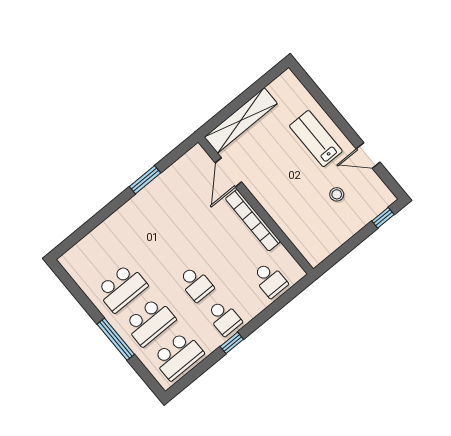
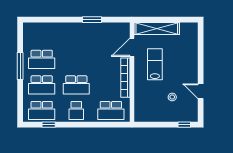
lab bench: (316, 139) -> (155, 64), moved
school desk: (270, 280) -> (111, 110), width x1.85
school desk: (196, 284) -> (76, 85), width x1.85
window: (116, 339) -> (20, 66), moved
window: (232, 343) -> (49, 125), moved

